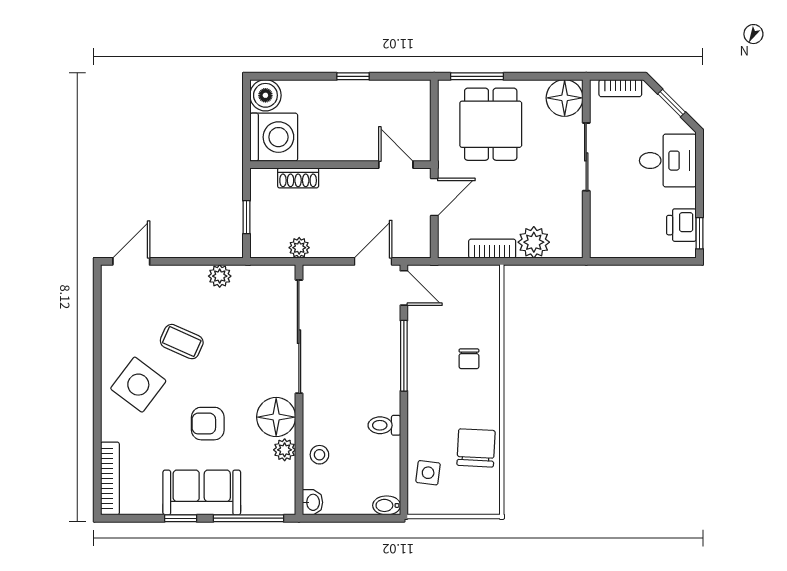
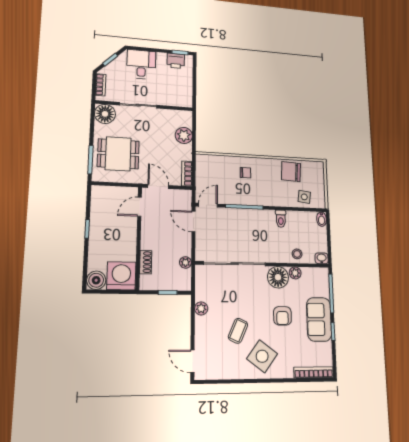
bookcase: (492, 249) -> (187, 174), moved

